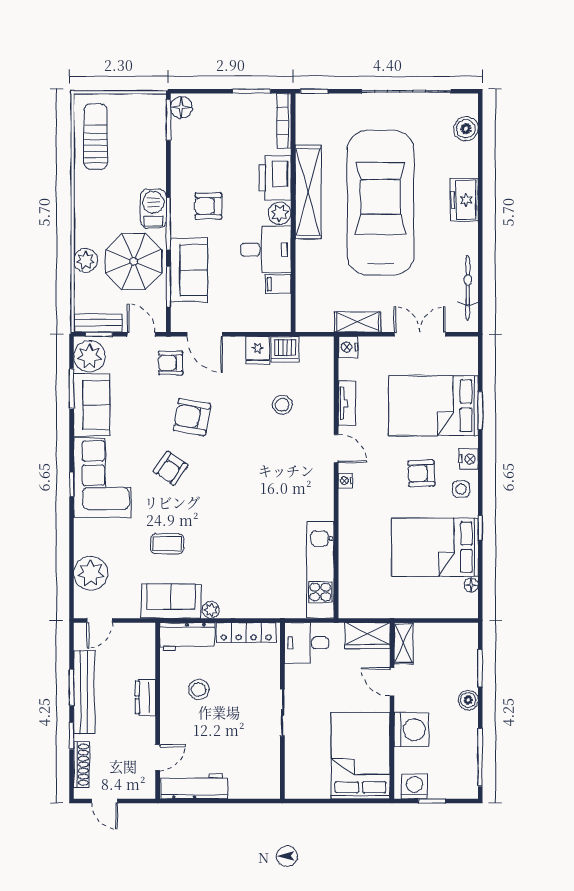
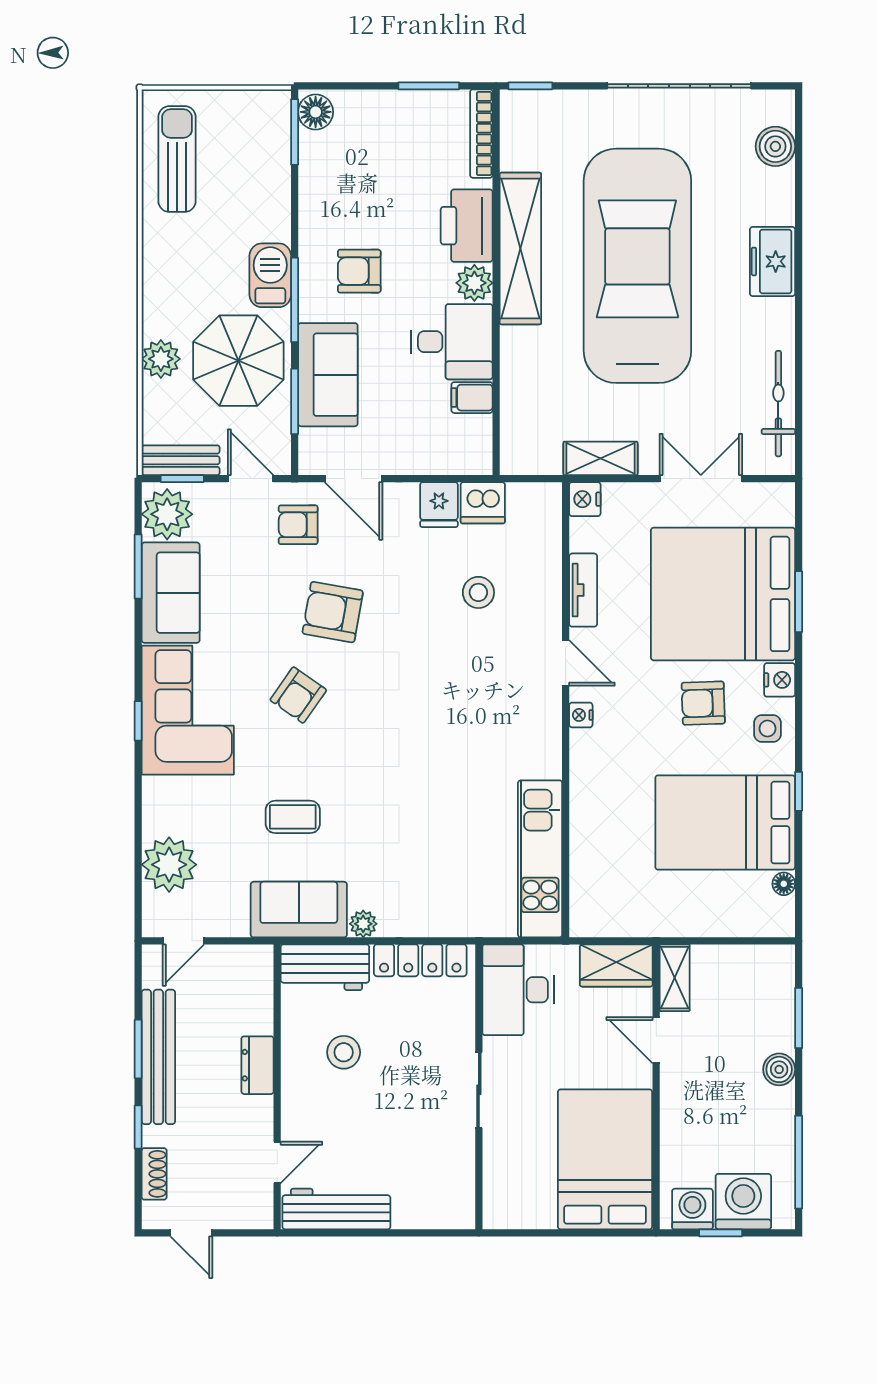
bed: (433, 406) -> (723, 594), width x1.36
desk: (307, 643) -> (518, 990), width x1.37
washing machine: (411, 730) -> (743, 1202), moved, turned -90
shoe rack: (81, 765) -> (154, 1174), width x0.70

